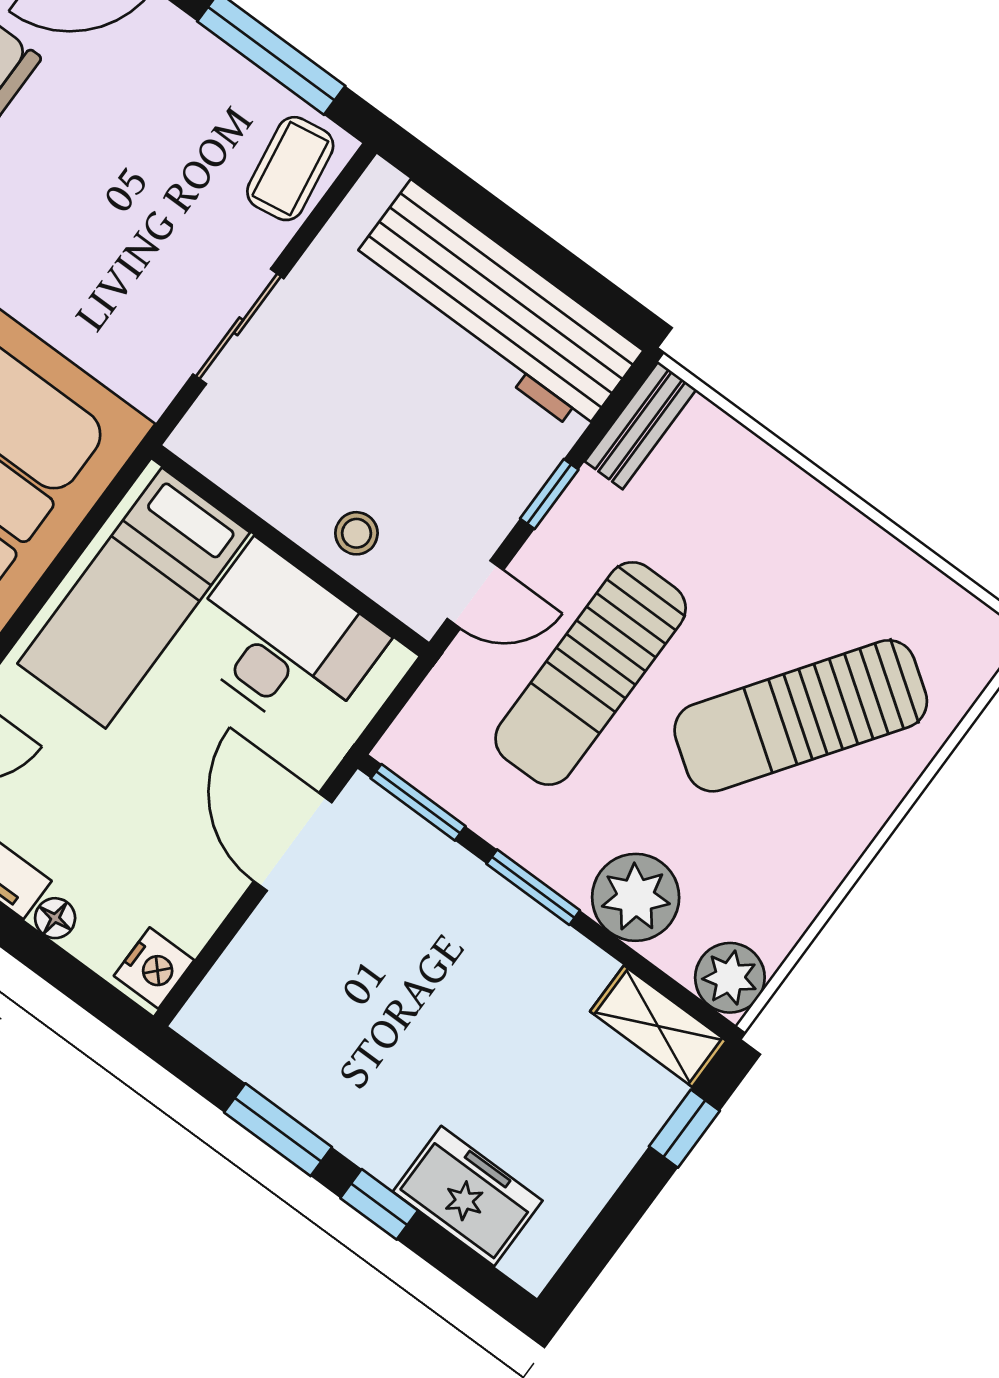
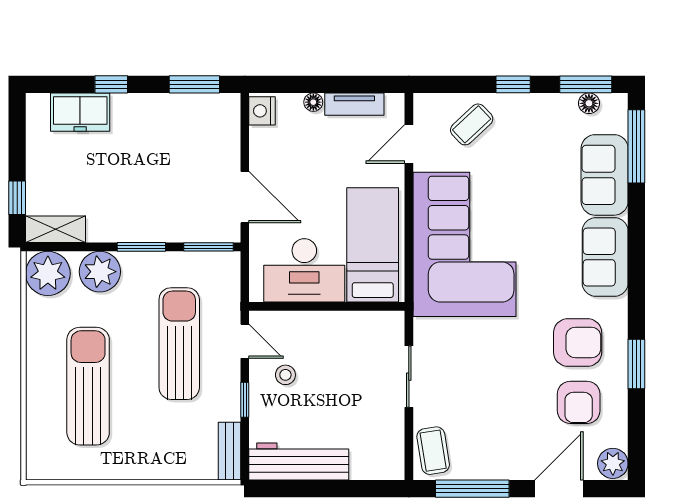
workbench: (496, 307) -> (299, 462), width x0.73, depth x0.76
stool: (356, 533) -> (285, 375), moved
door: (475, 594) -> (245, 341), swing flipped
sun lounger: (801, 716) -> (88, 386), turned -35
plant: (730, 978) -> (48, 273), width x1.36, depth x1.36
window: (278, 1130) -> (194, 84), moved

